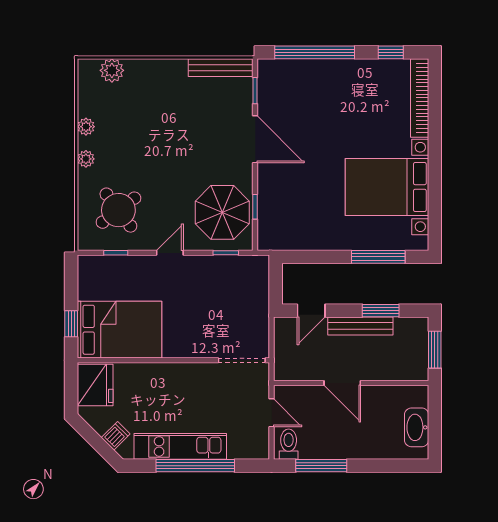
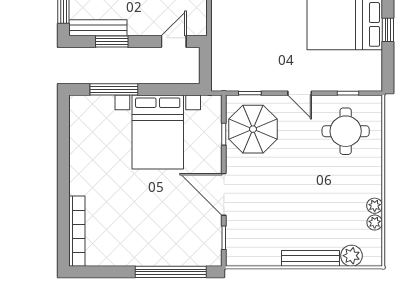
window: (391, 52) -> (103, 272), removed
bench: (221, 68) -> (311, 258), moved
plant: (86, 159) -> (375, 223), moved
bed with nightstands: (387, 187) -> (158, 132), moved, turned 90
round table: (118, 210) -> (346, 131), turned 37
door: (170, 253) -> (300, 93), hinge flipped
bench: (360, 326) -> (98, 28), moved

